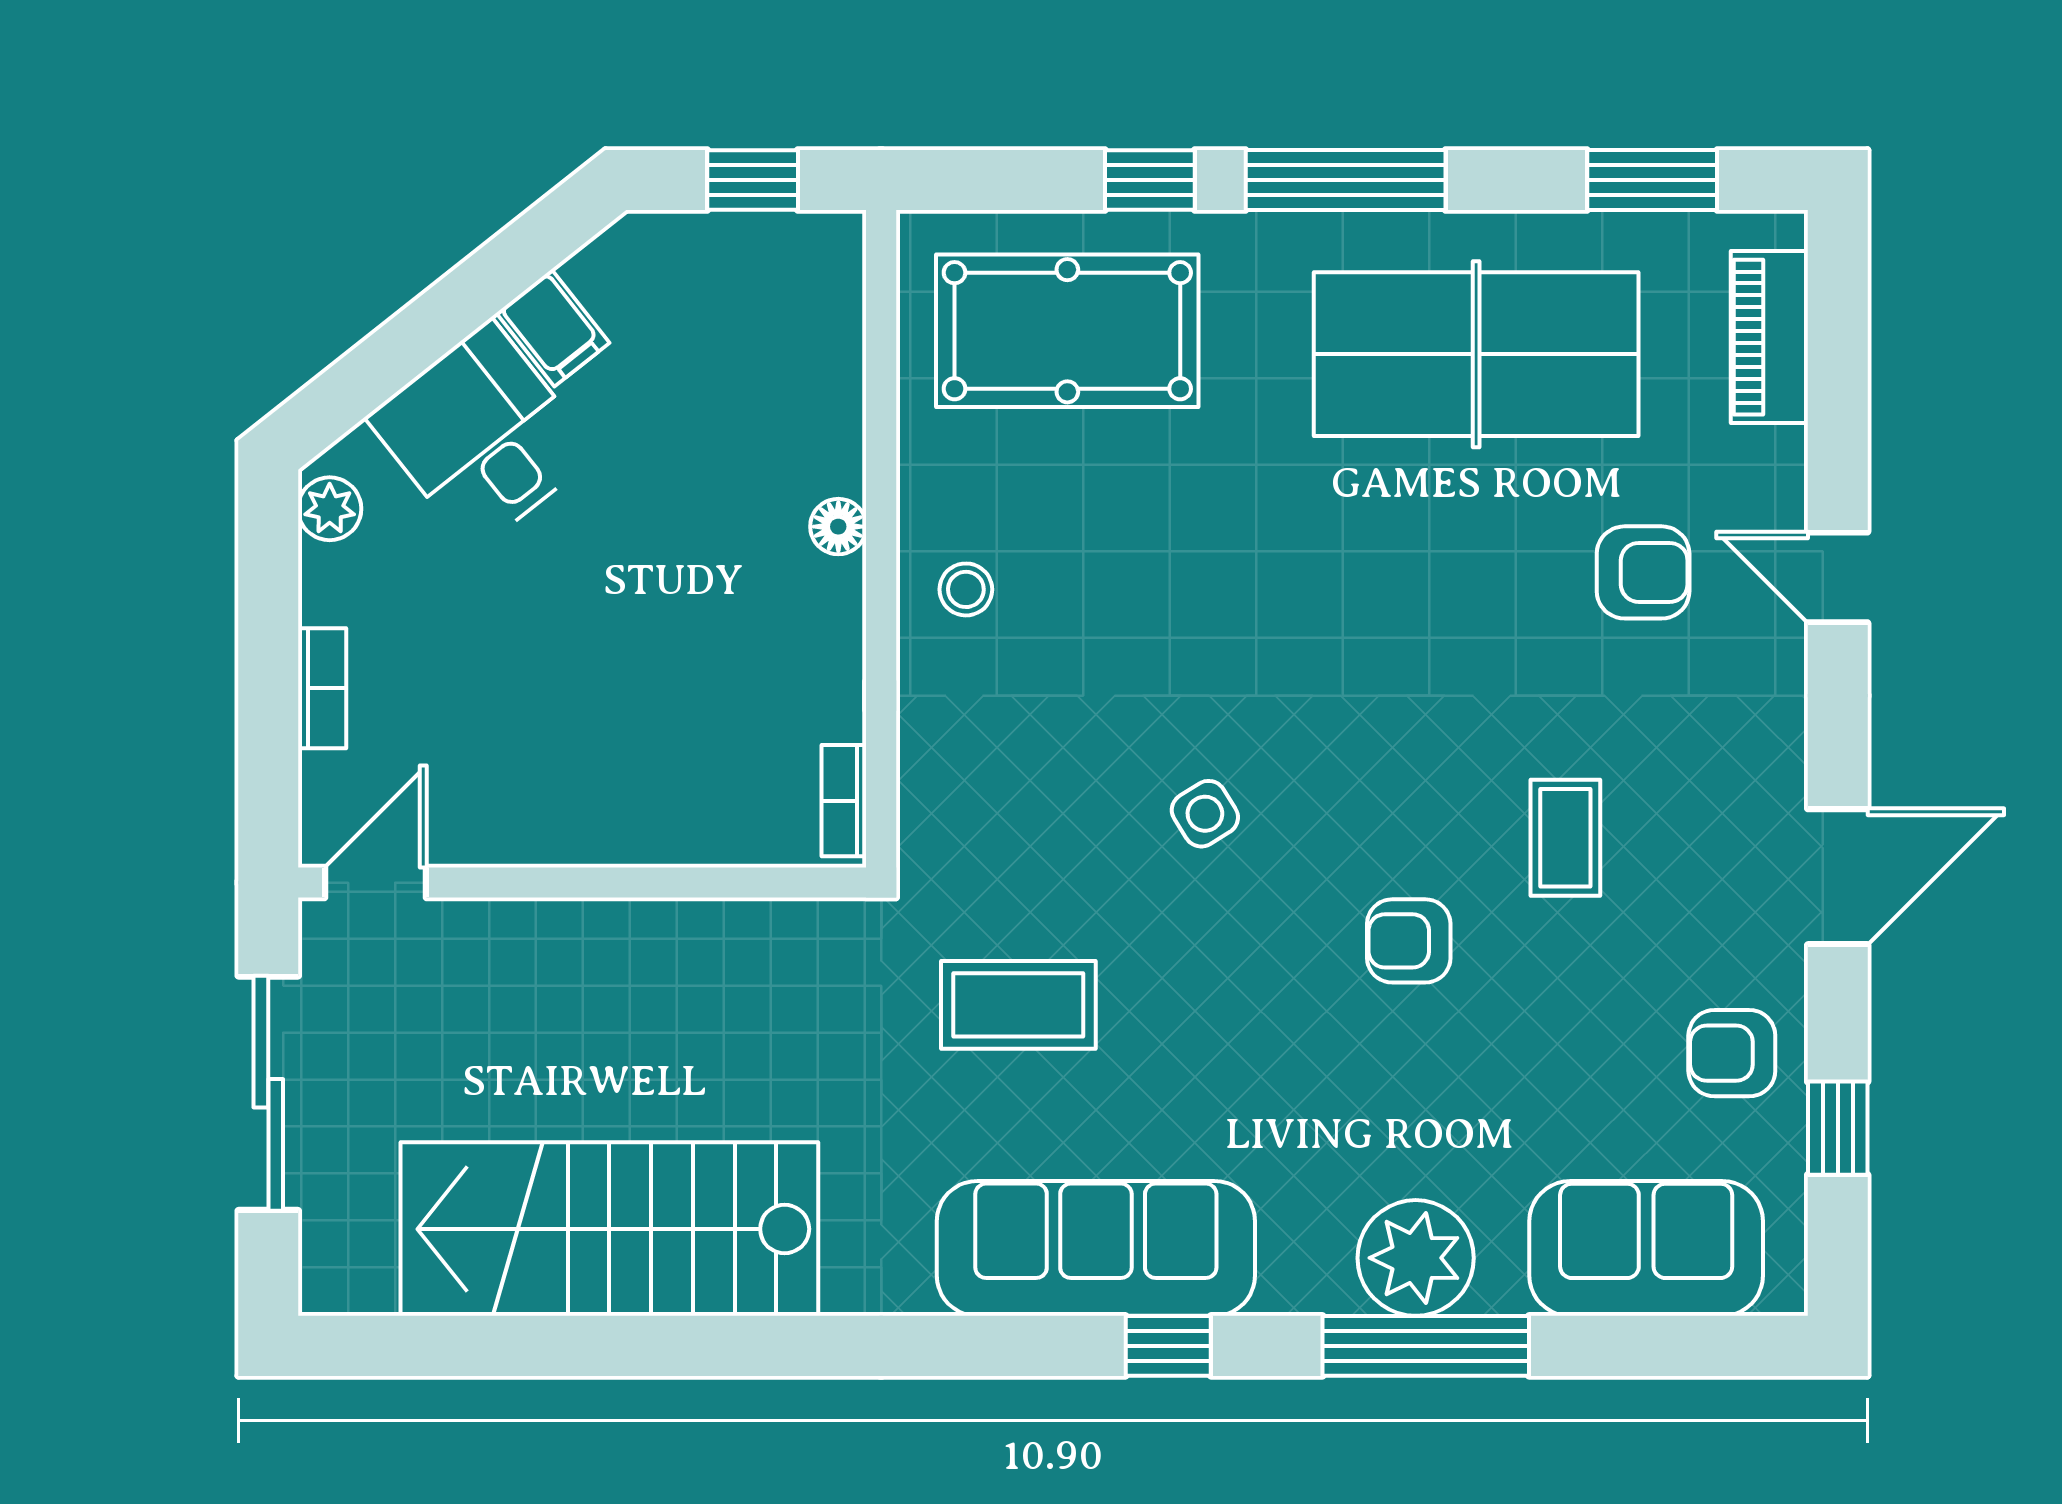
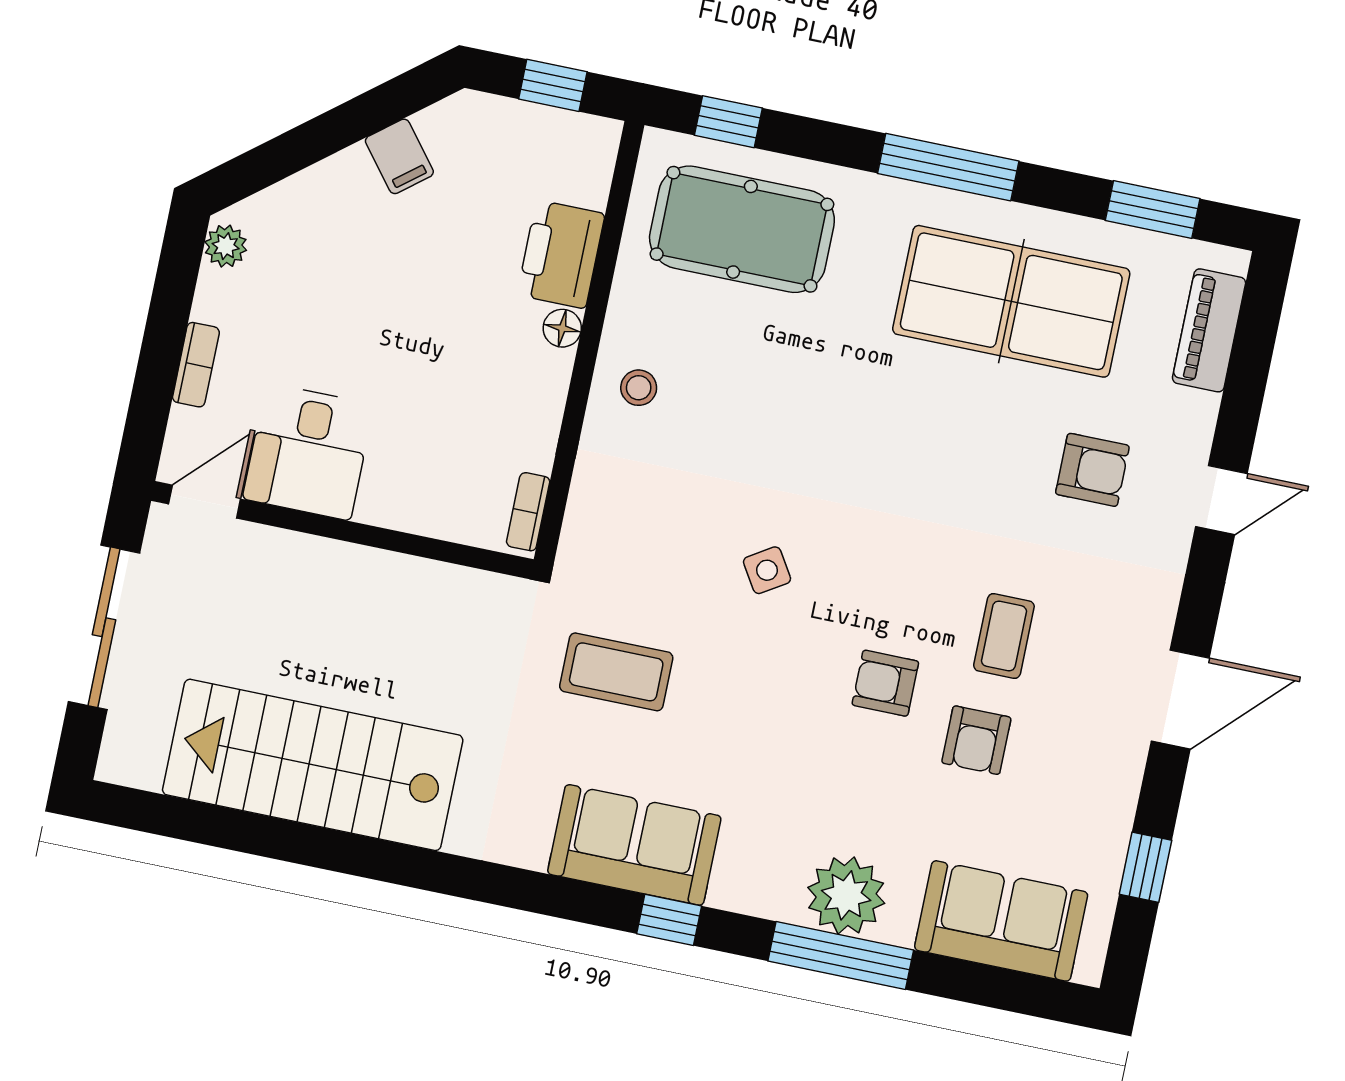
window: (1150, 180) -> (728, 122), moved
printer: (814, 421) -> (561, 254), added
desk: (482, 436) -> (308, 452), moved, turned -142
door: (1838, 577) -> (1221, 500), swing flipped
armchair: (1732, 1053) -> (976, 740), moved, turned -90
sofa: (1096, 1248) -> (634, 845), width x0.73

